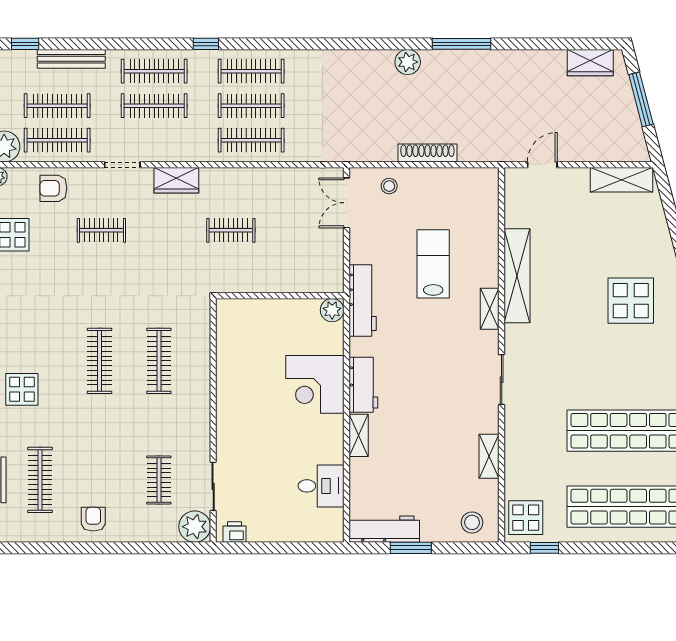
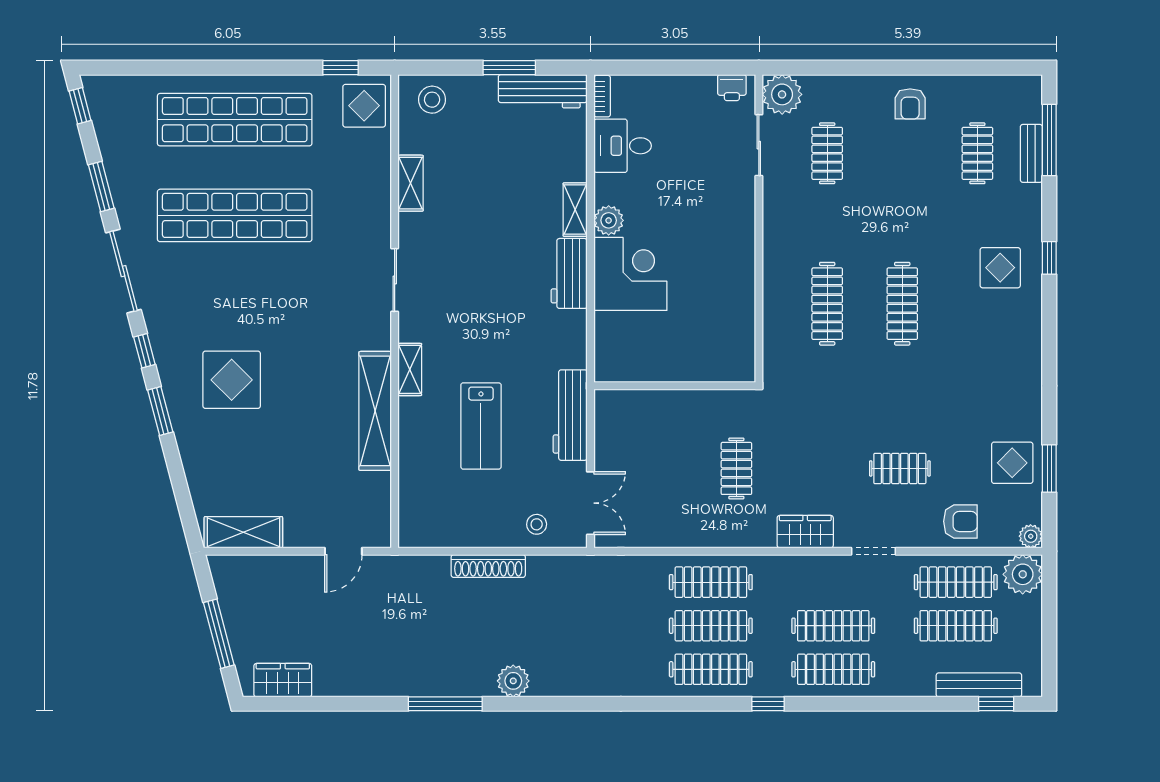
bench: (71, 59) -> (979, 685), moved
clothes rail: (231, 230) -> (736, 468), turned 90
workbench: (363, 300) -> (570, 415), moved
plant: (332, 310) -> (609, 220), moved
clothes rail: (40, 480) -> (977, 153), width x0.73
bookcase: (337, 525) -> (602, 96), added

